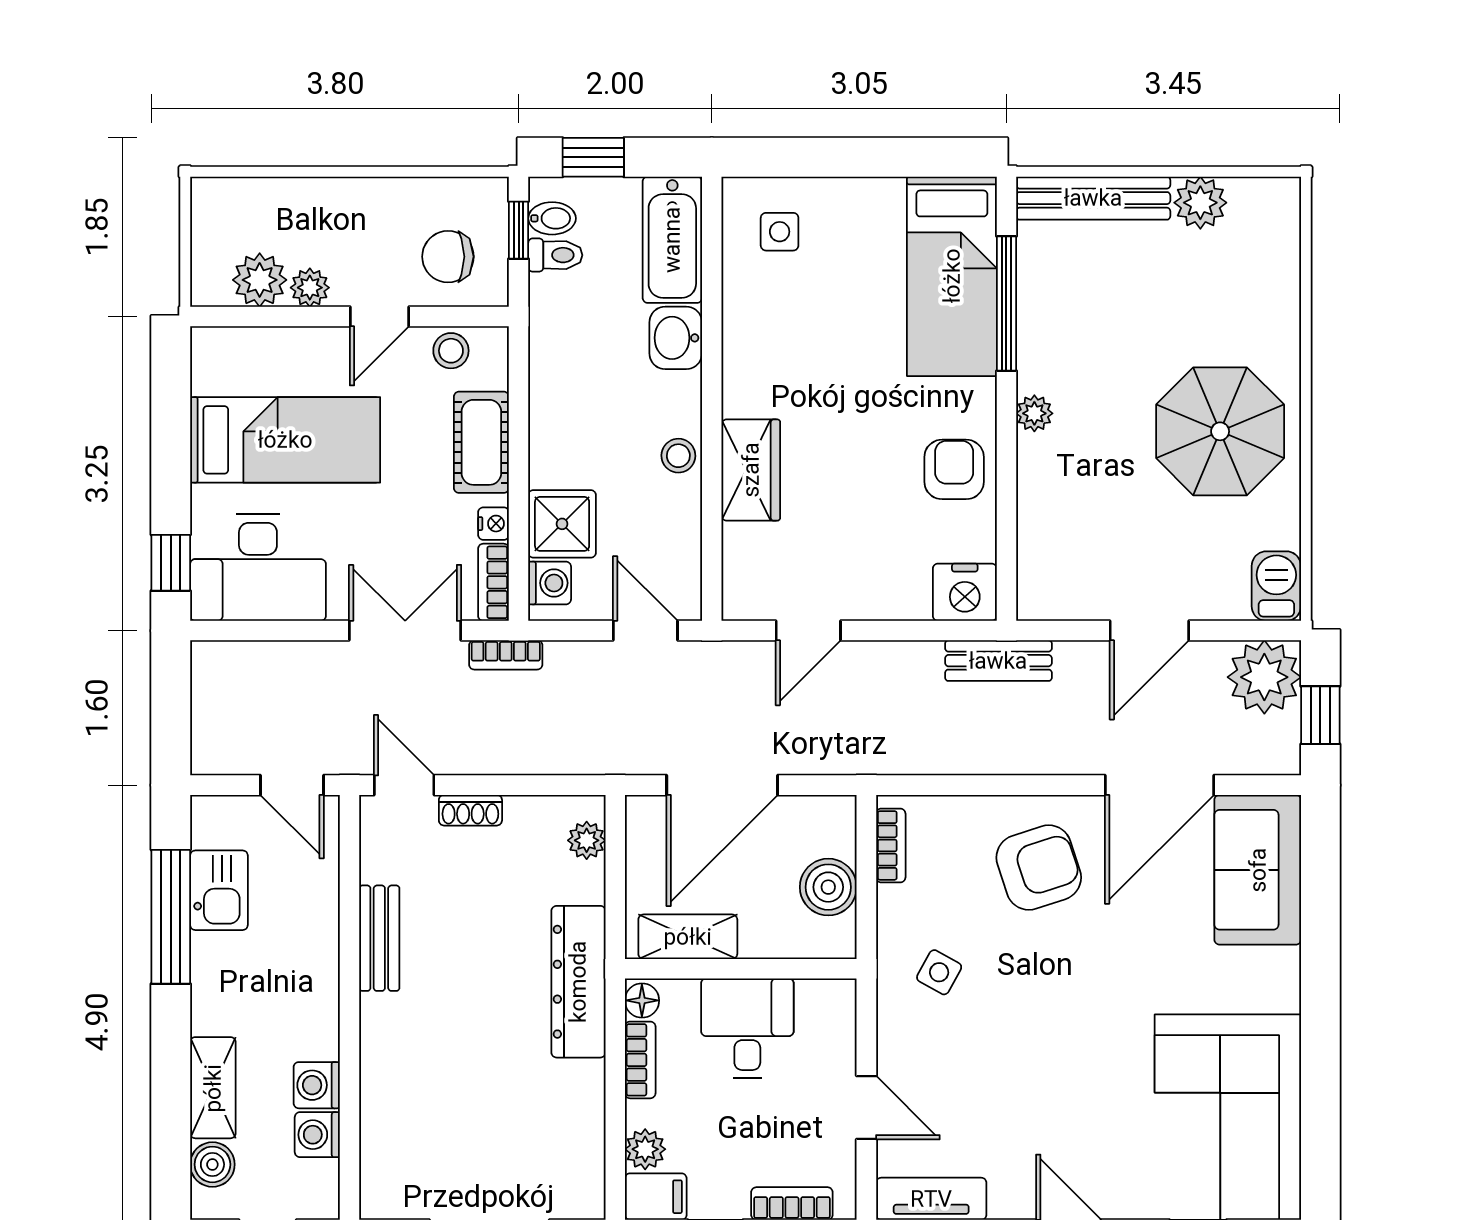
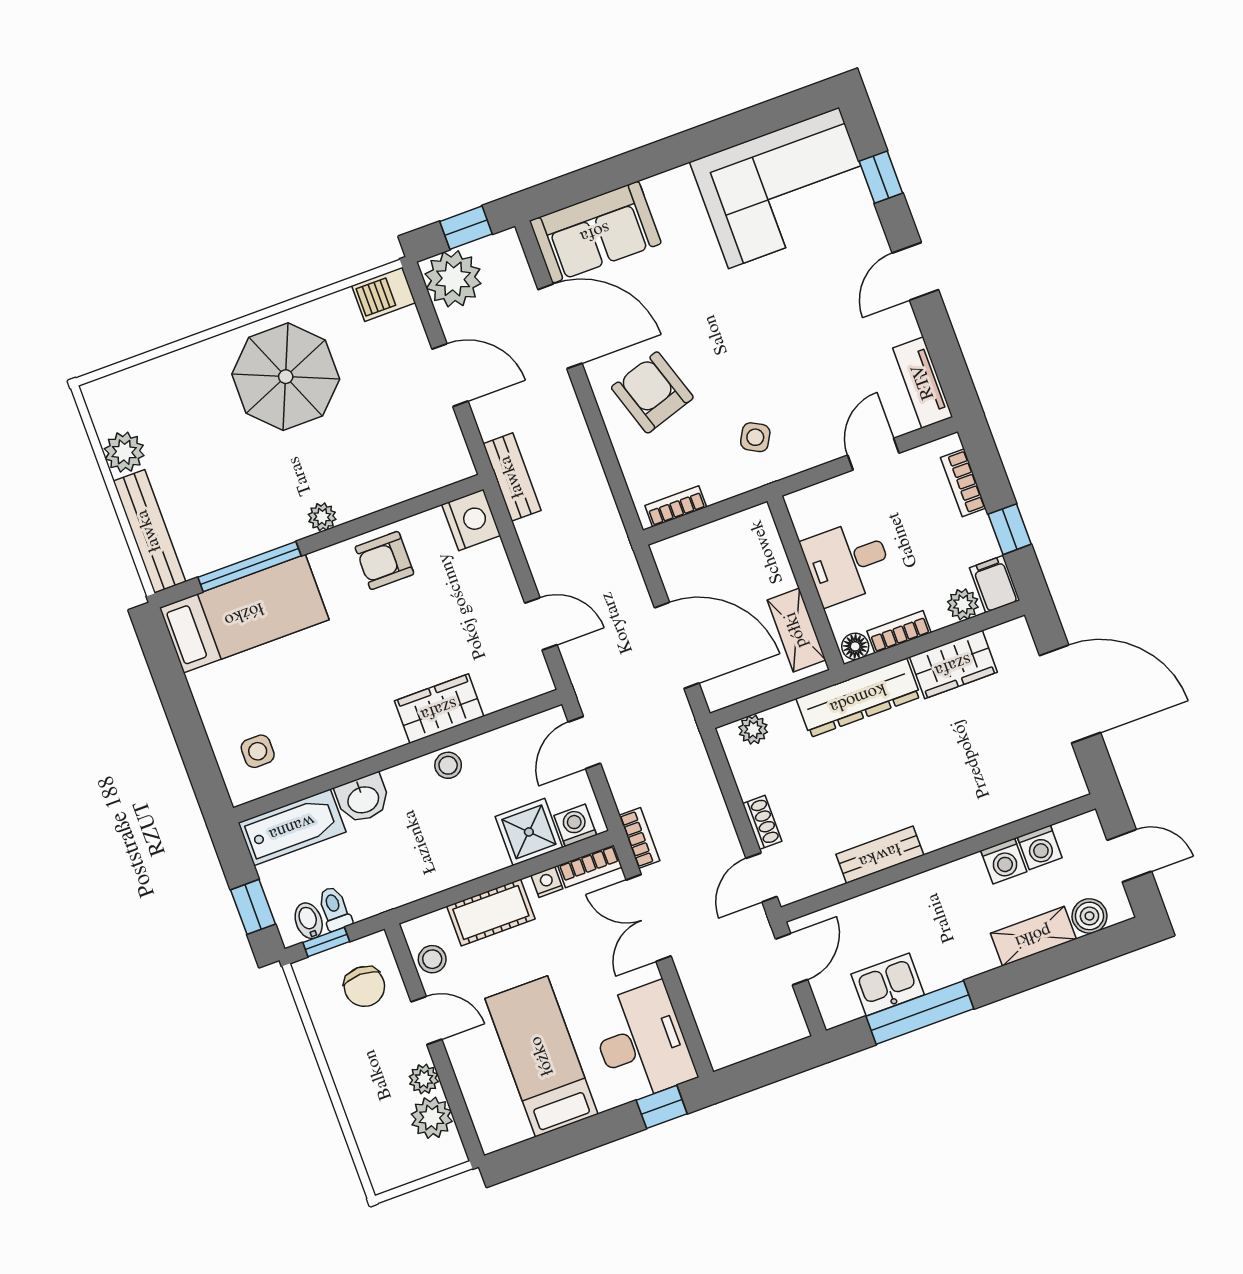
boiler: (828, 887) -> (723, 541), removed
wardrobe: (577, 1111) -> (953, 665), added

